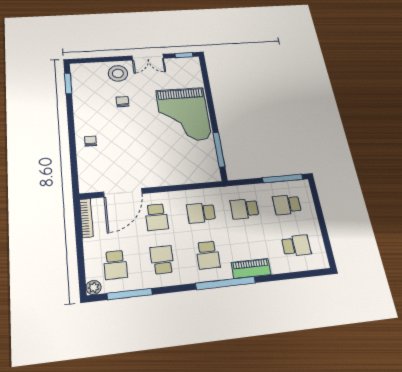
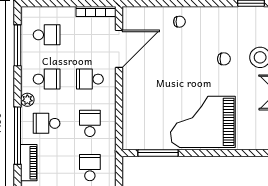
door: (123, 193) -> (119, 49), swing flipped
school desk: (115, 265) -> (47, 35), turned 180
plant: (94, 287) -> (27, 100), moved

